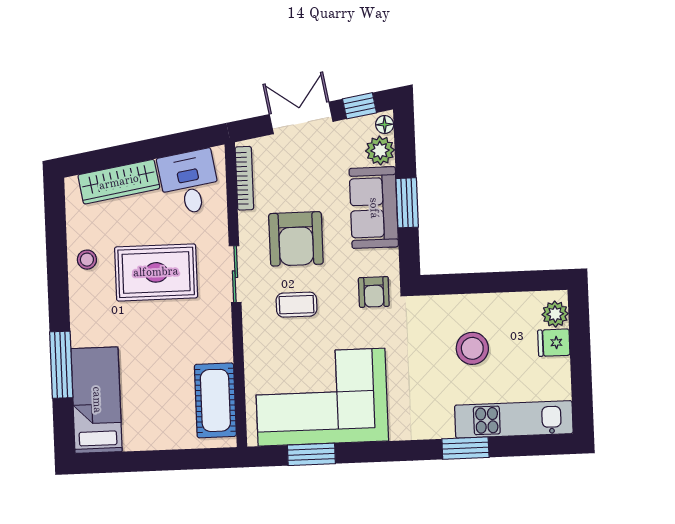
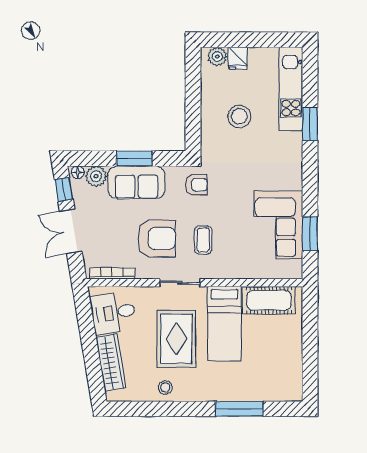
corner sofa: (321, 397) -> (278, 225), width x0.73, depth x0.74
bed: (97, 400) -> (225, 324), moved, turned -90

